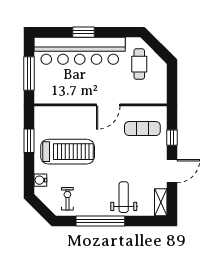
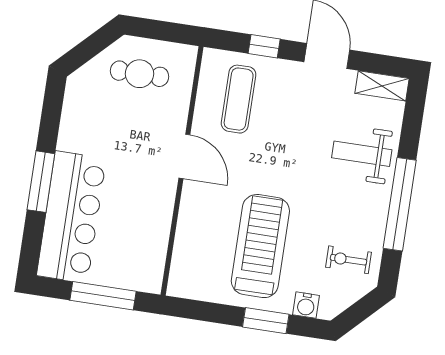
window: (84, 32) -> (41, 182), width x1.44
bar counter: (80, 51) -> (71, 217), width x0.73
cafe table: (139, 64) -> (139, 74), moved
window: (29, 141) -> (266, 321), moved

